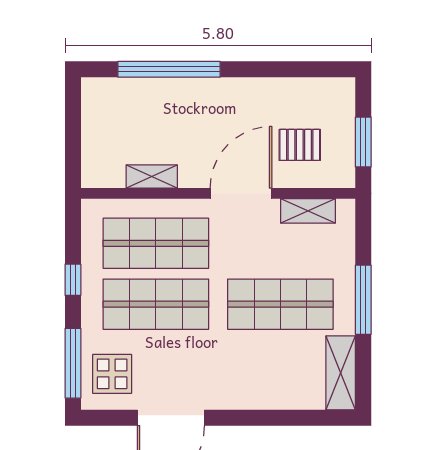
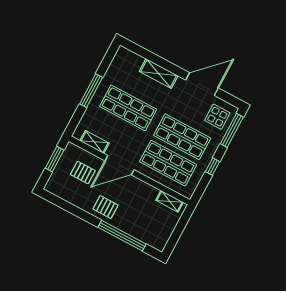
pallet: (226, 105) -> (106, 207), added
shelving: (152, 177) -> (170, 201), moved
shelving: (341, 373) -> (159, 74), moved, turned 90

